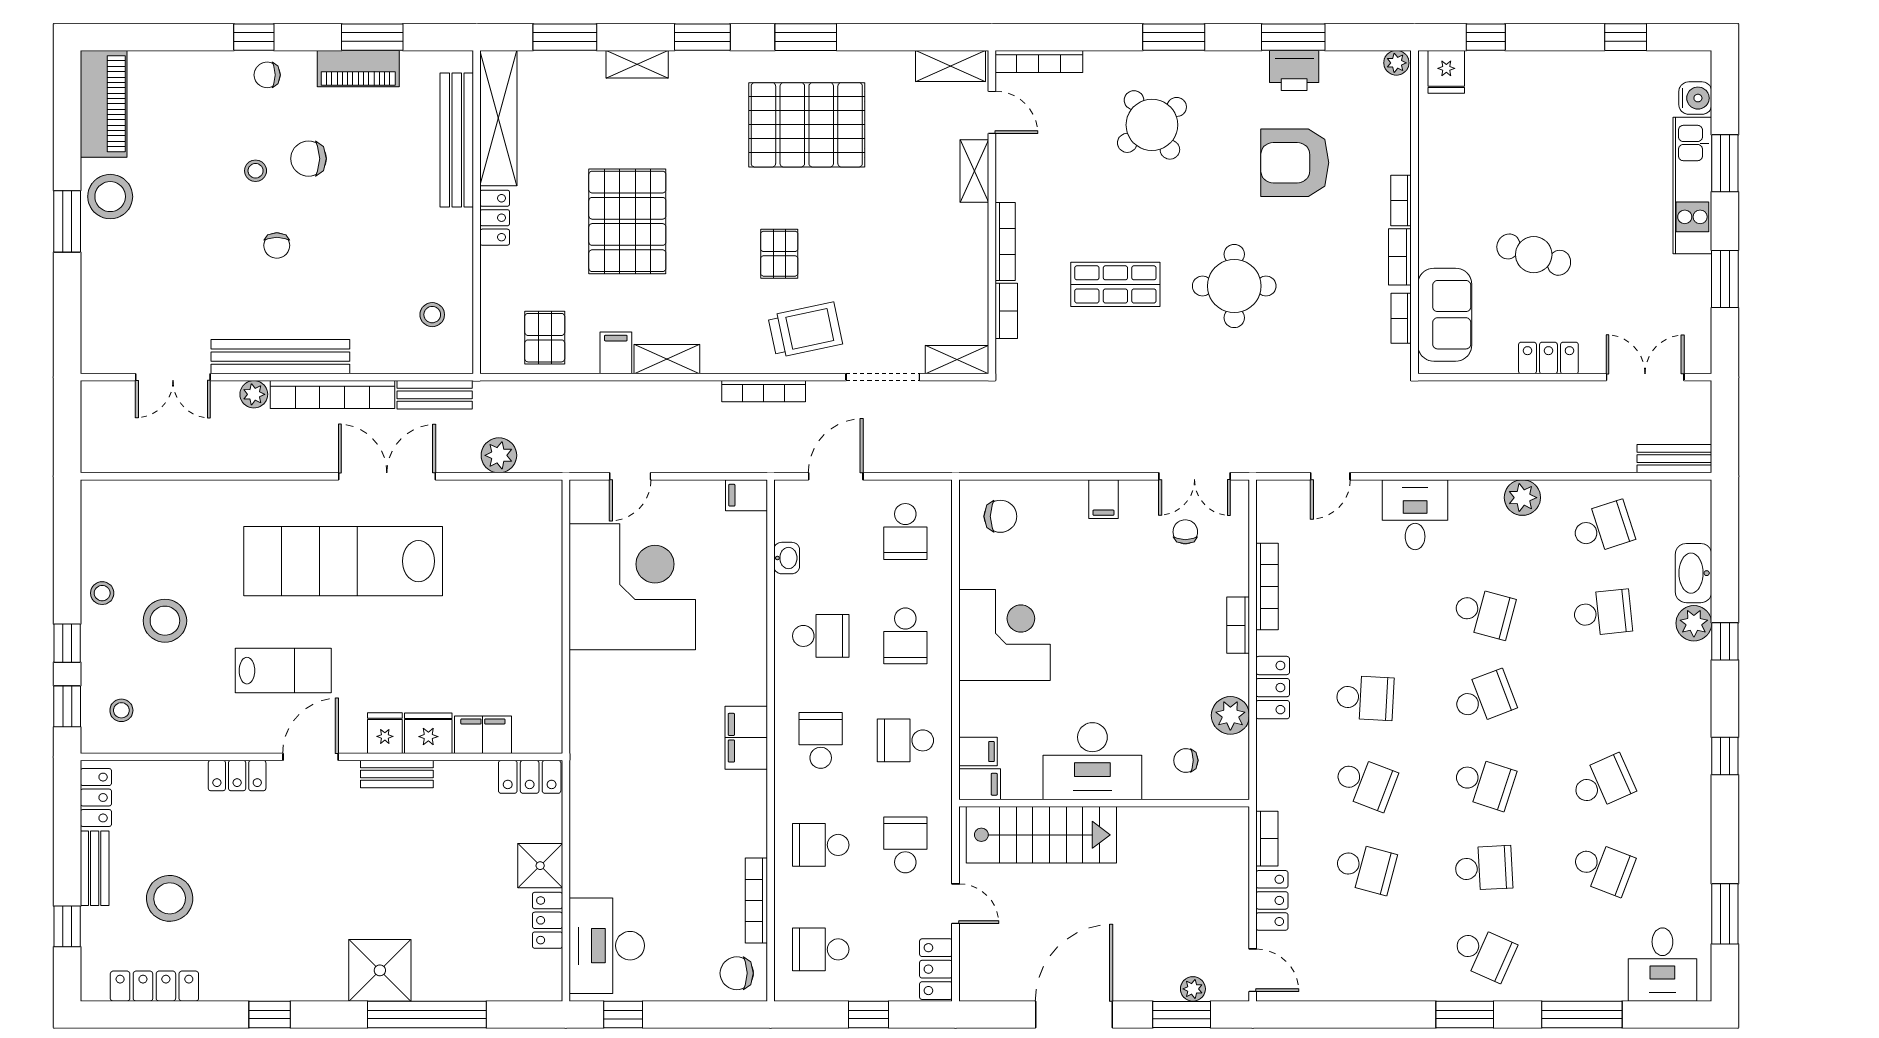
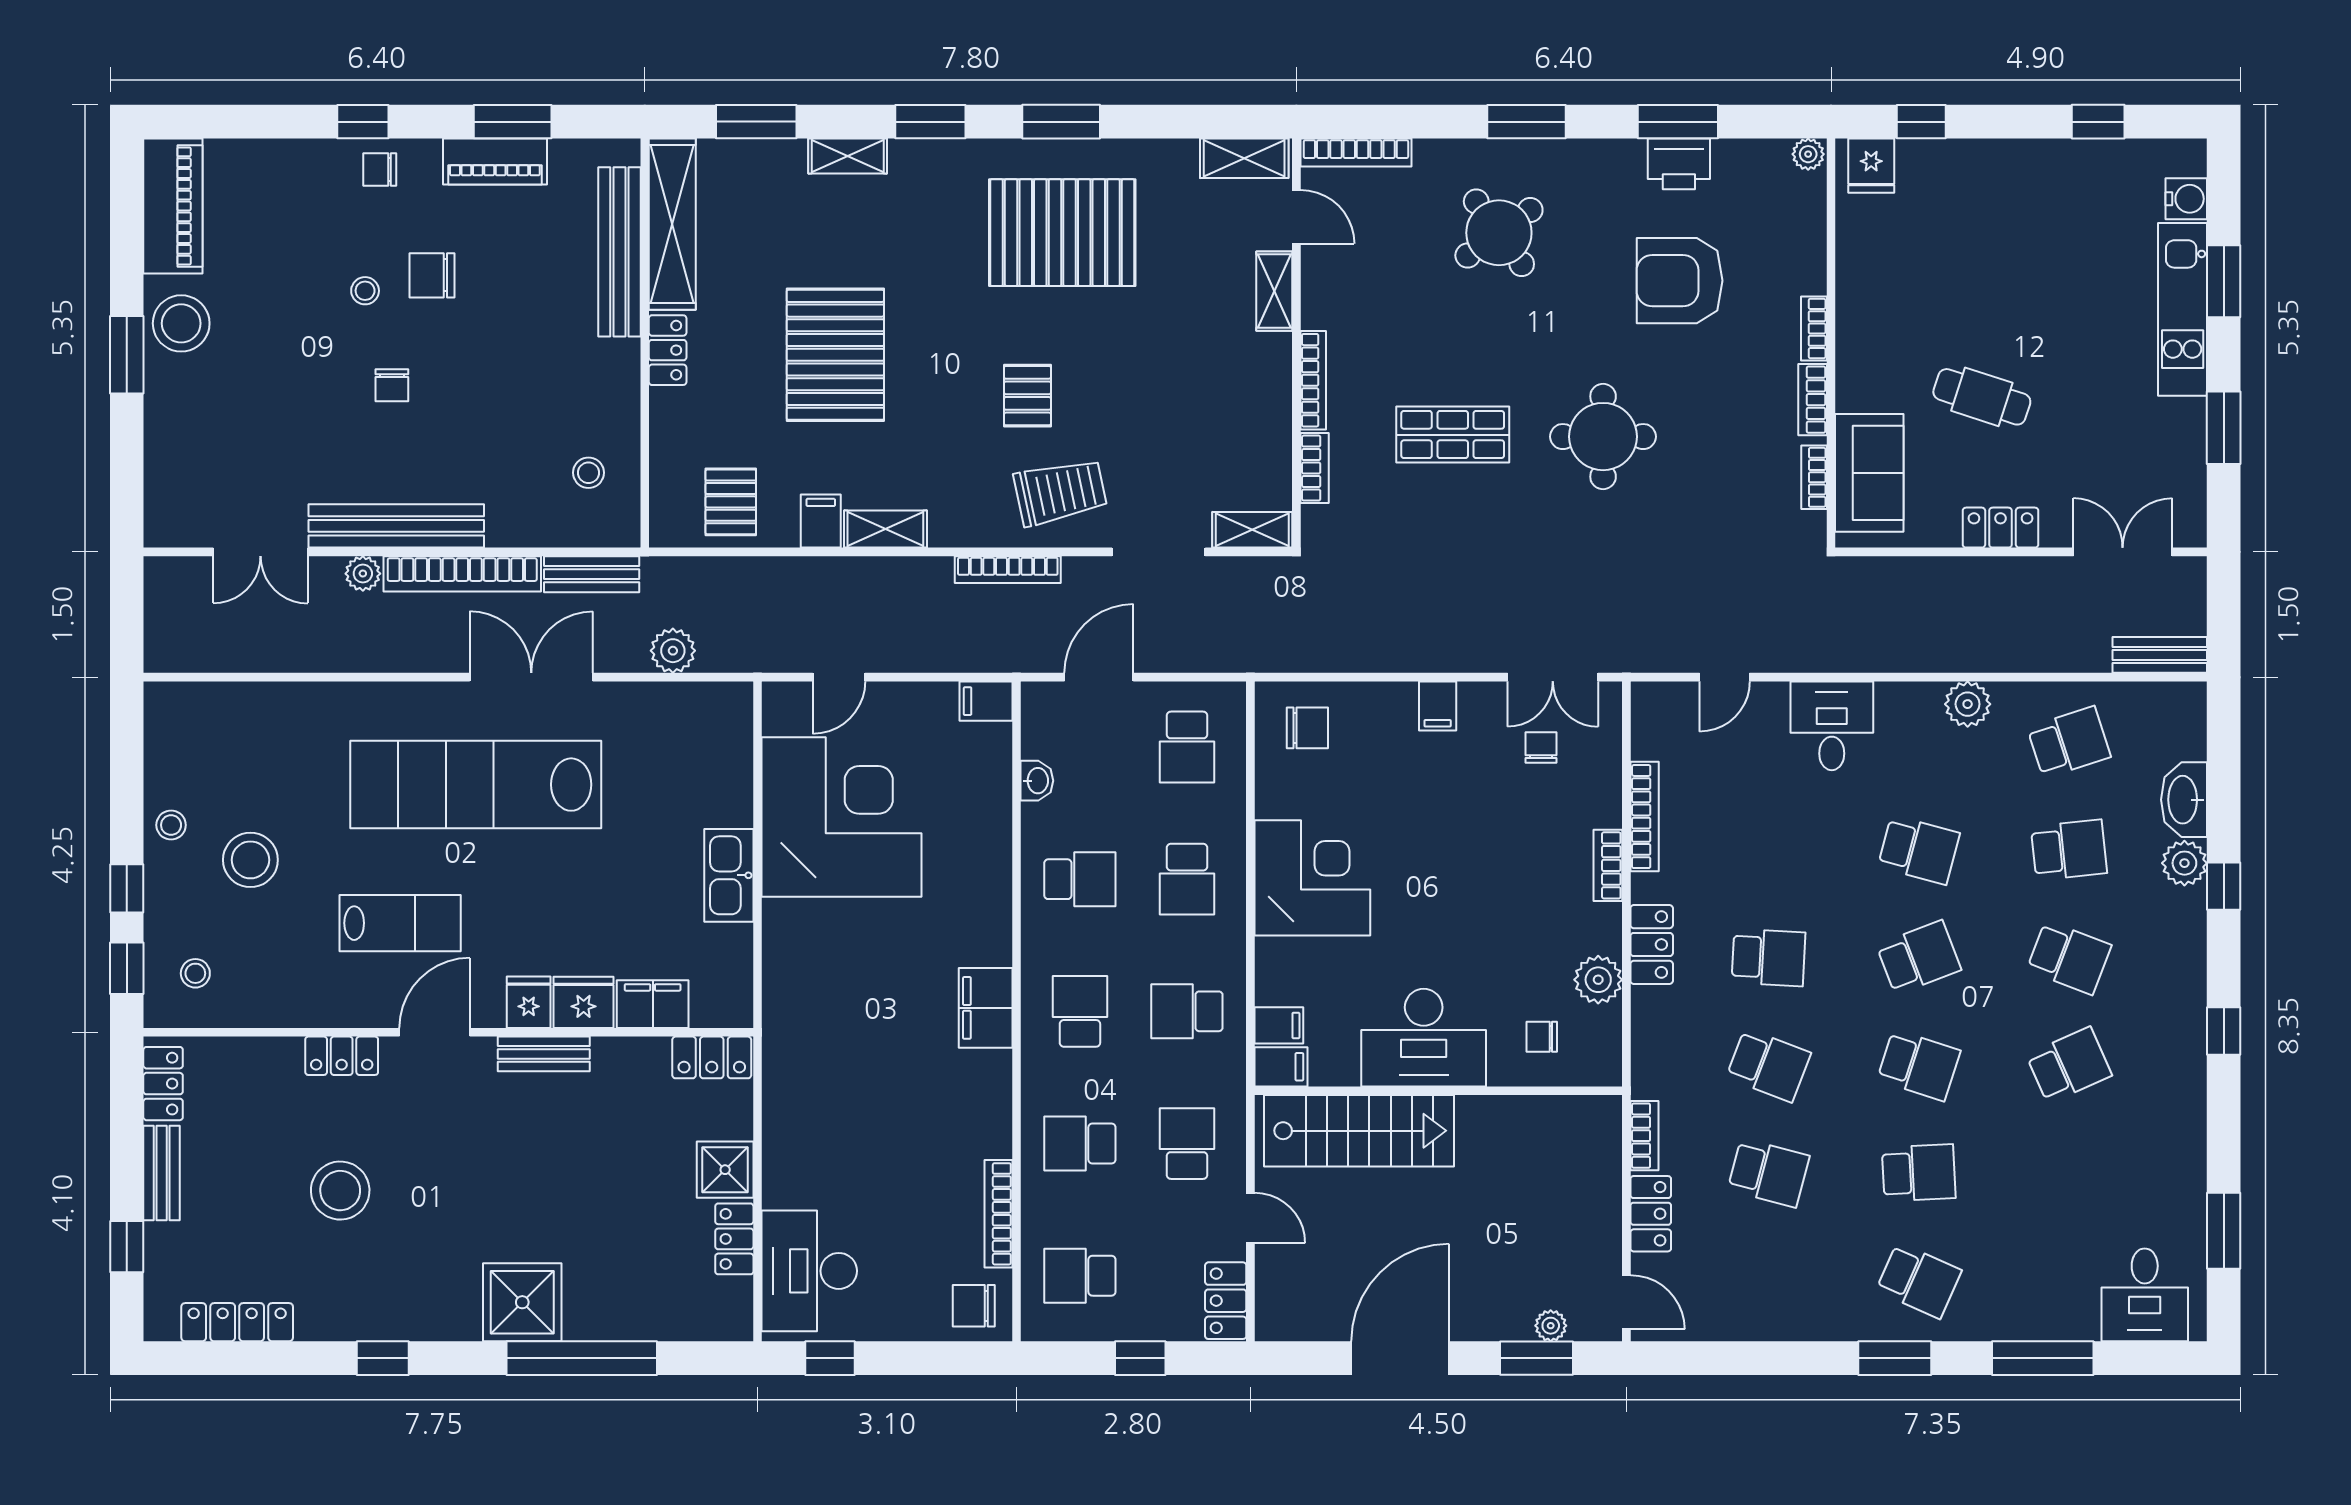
kitchen sink: (543, 633) -> (729, 875), added
school desk: (1603, 868) -> (2069, 958), moved
stool: (170, 898) -> (340, 1191), moved

